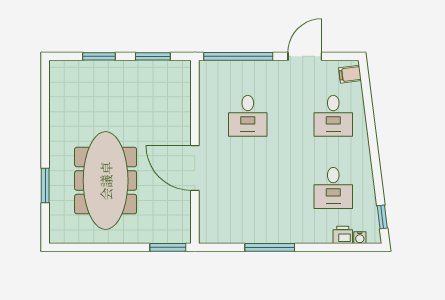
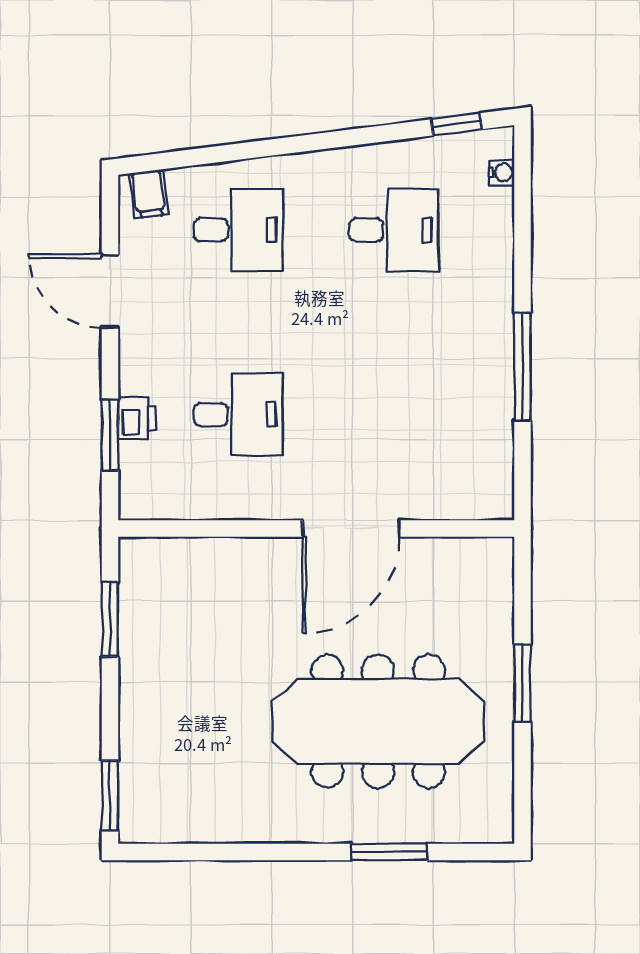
window: (99, 56) -> (110, 795), moved
window: (238, 56) -> (110, 435), width x0.47
printer: (343, 235) -> (137, 418), moved, turned 180
window: (168, 247) -> (522, 683), moved

